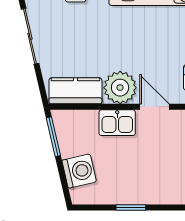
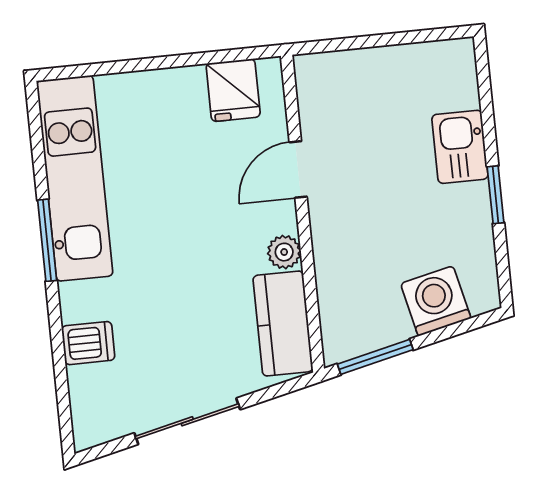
plant: (120, 88) -> (284, 252), width x0.53, depth x0.53
kitchen sink: (117, 123) -> (460, 147), moved, turned 180

